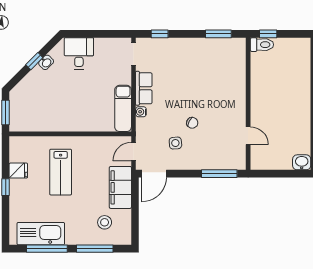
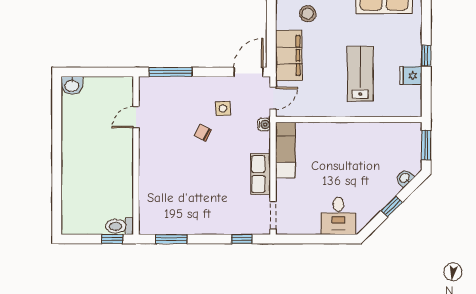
washbasin: (46, 62) -> (405, 178), moved
water cooler: (141, 112) -> (264, 125), moved
door: (248, 136) -> (136, 117), hinge flipped

